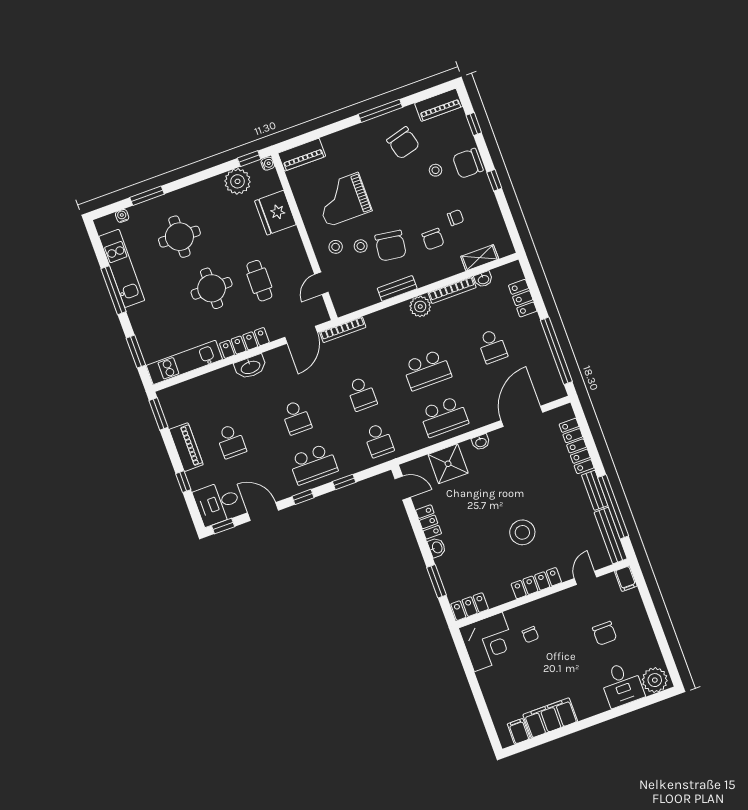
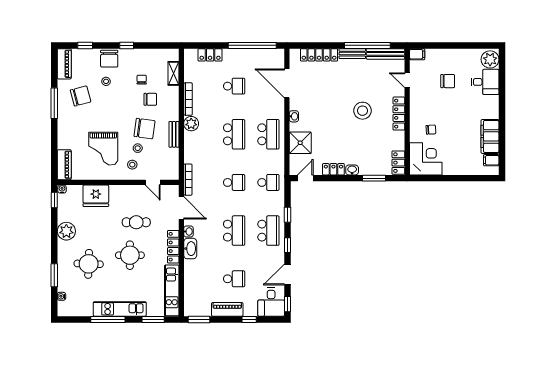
plant: (238, 181) -> (66, 231), moved
kitchen unit: (122, 268) -> (120, 309), moved
washbasin: (483, 279) -> (188, 231), moved
school desk: (296, 417) -> (234, 231), width x1.85

